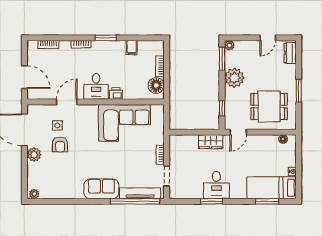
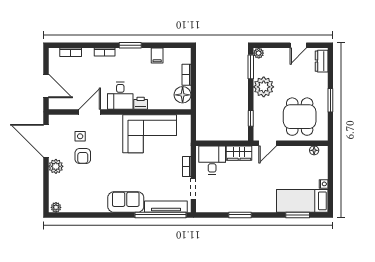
dining table: (269, 107) -> (300, 117), turned 90
desk: (216, 185) -> (212, 160), moved, turned 180

